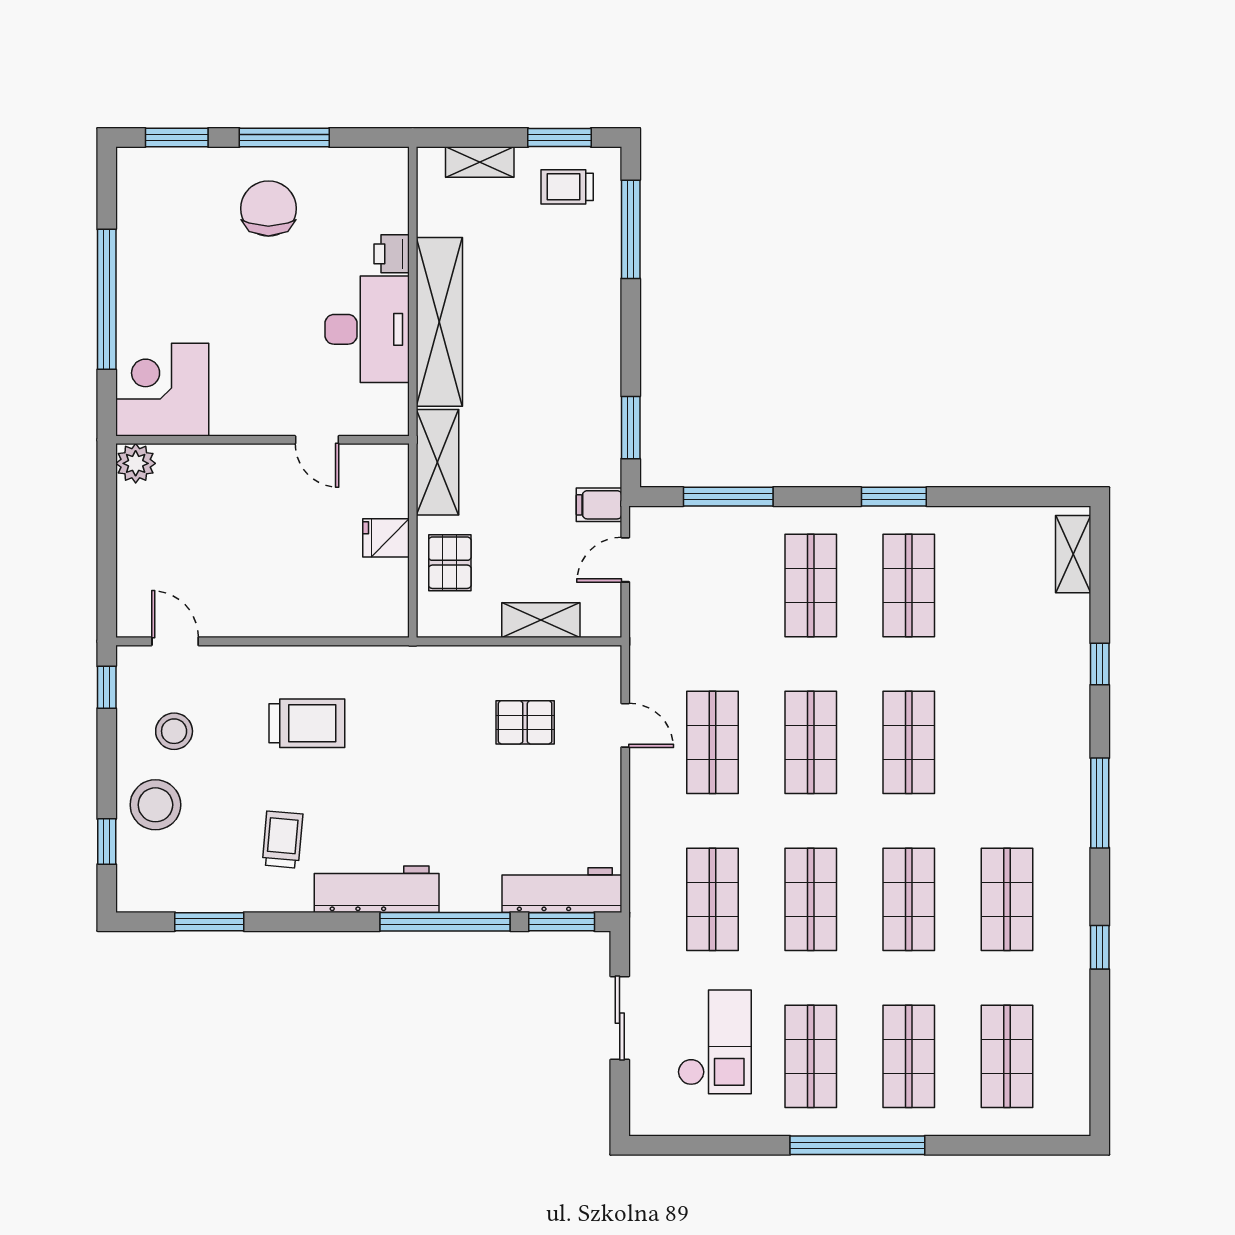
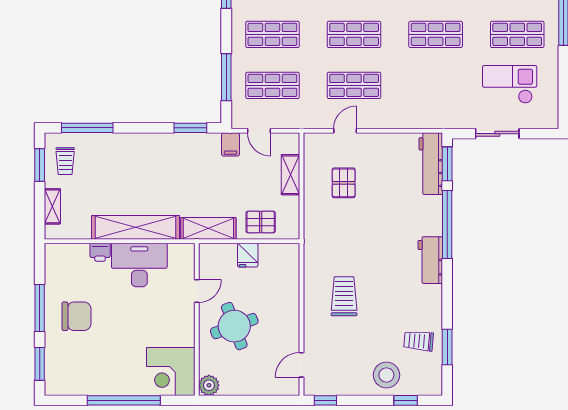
chair: (268, 208) -> (76, 316), turned 180
round table: (250, 512) -> (234, 326), added
stool: (174, 731) -> (348, 365), removed
trolley: (282, 840) -> (419, 341), moved
workbench: (377, 889) -> (430, 260), width x0.73
shop shelf: (713, 899) -> (272, 85), moved

